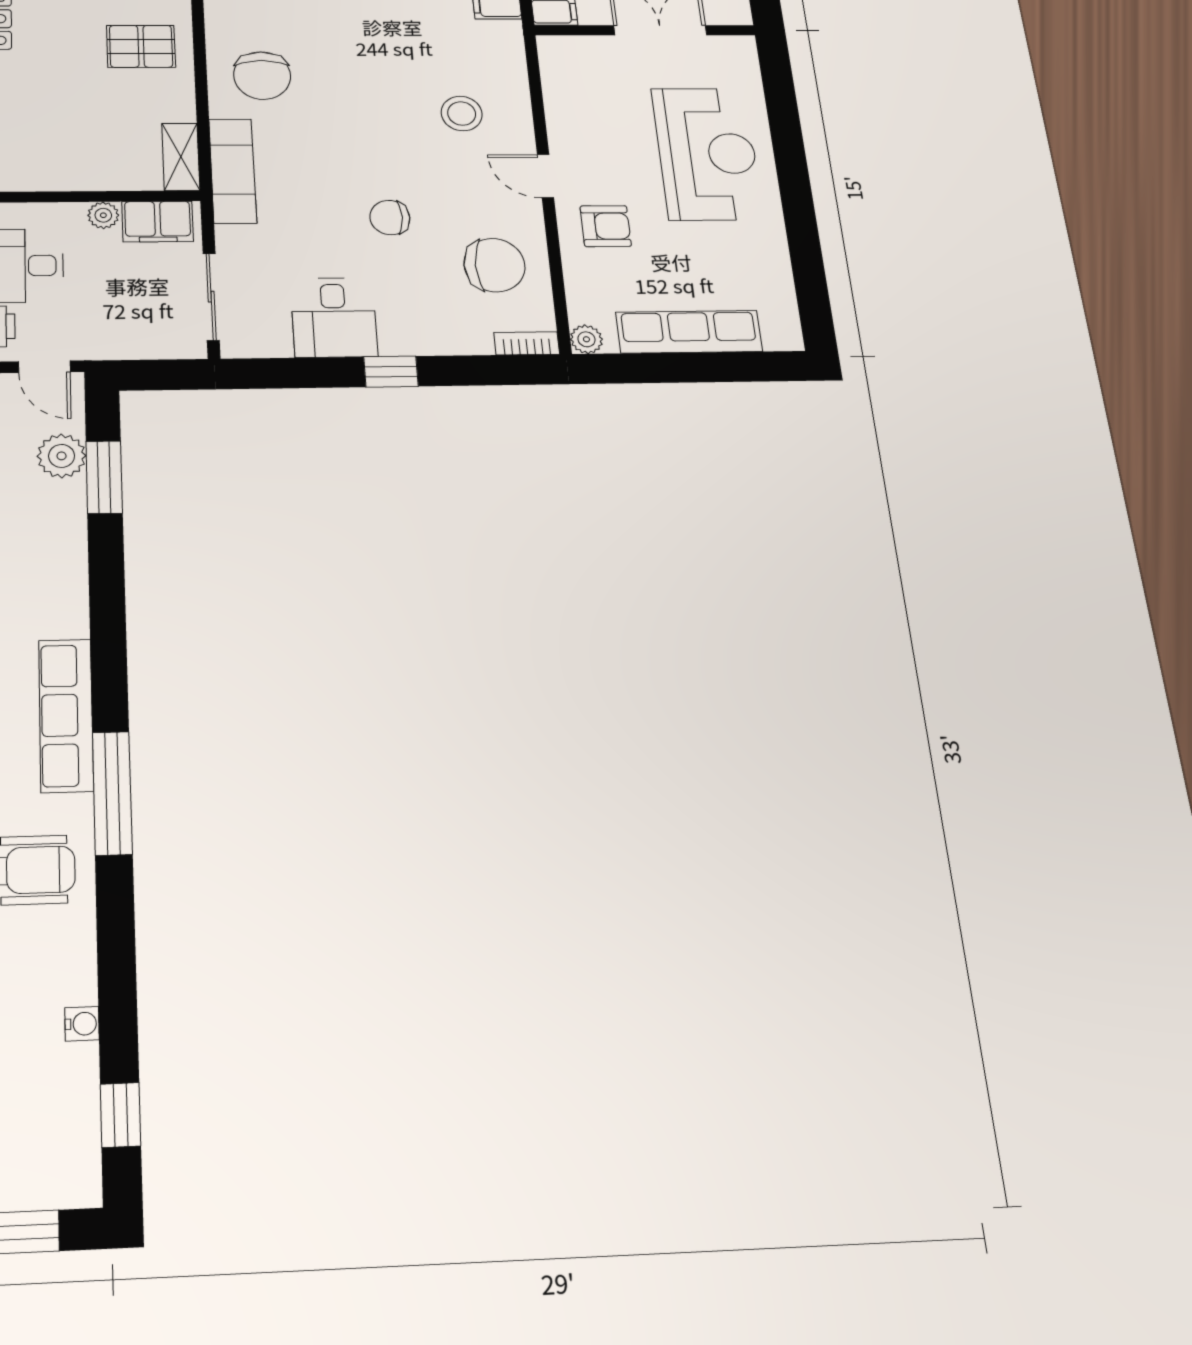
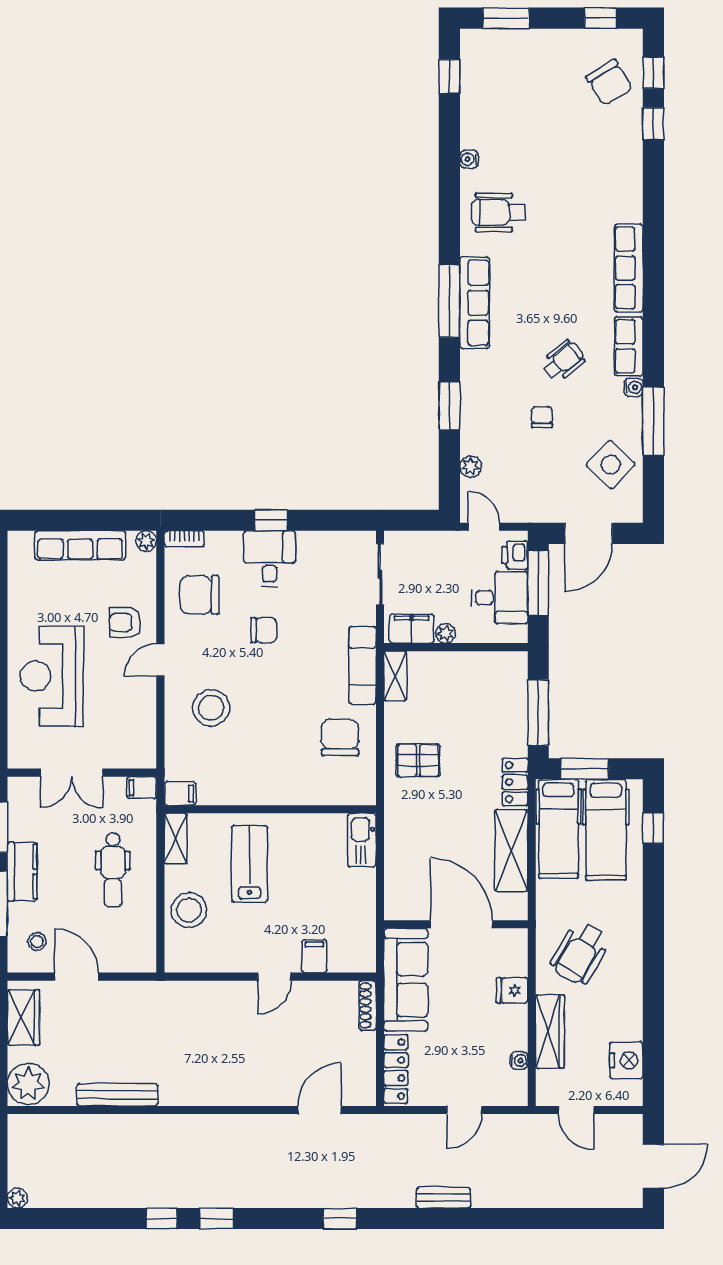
stool: (462, 113) -> (211, 708), width x1.38, depth x1.38
door: (546, 176) -> (160, 660), swing flipped
desk: (334, 317) -> (269, 559), moved
plant: (62, 456) -> (470, 467), width x0.73, depth x0.73
window: (104, 477) -> (449, 406), moved
window: (112, 793) -> (449, 301), moved
water cooler: (82, 1024) -> (469, 159), moved

